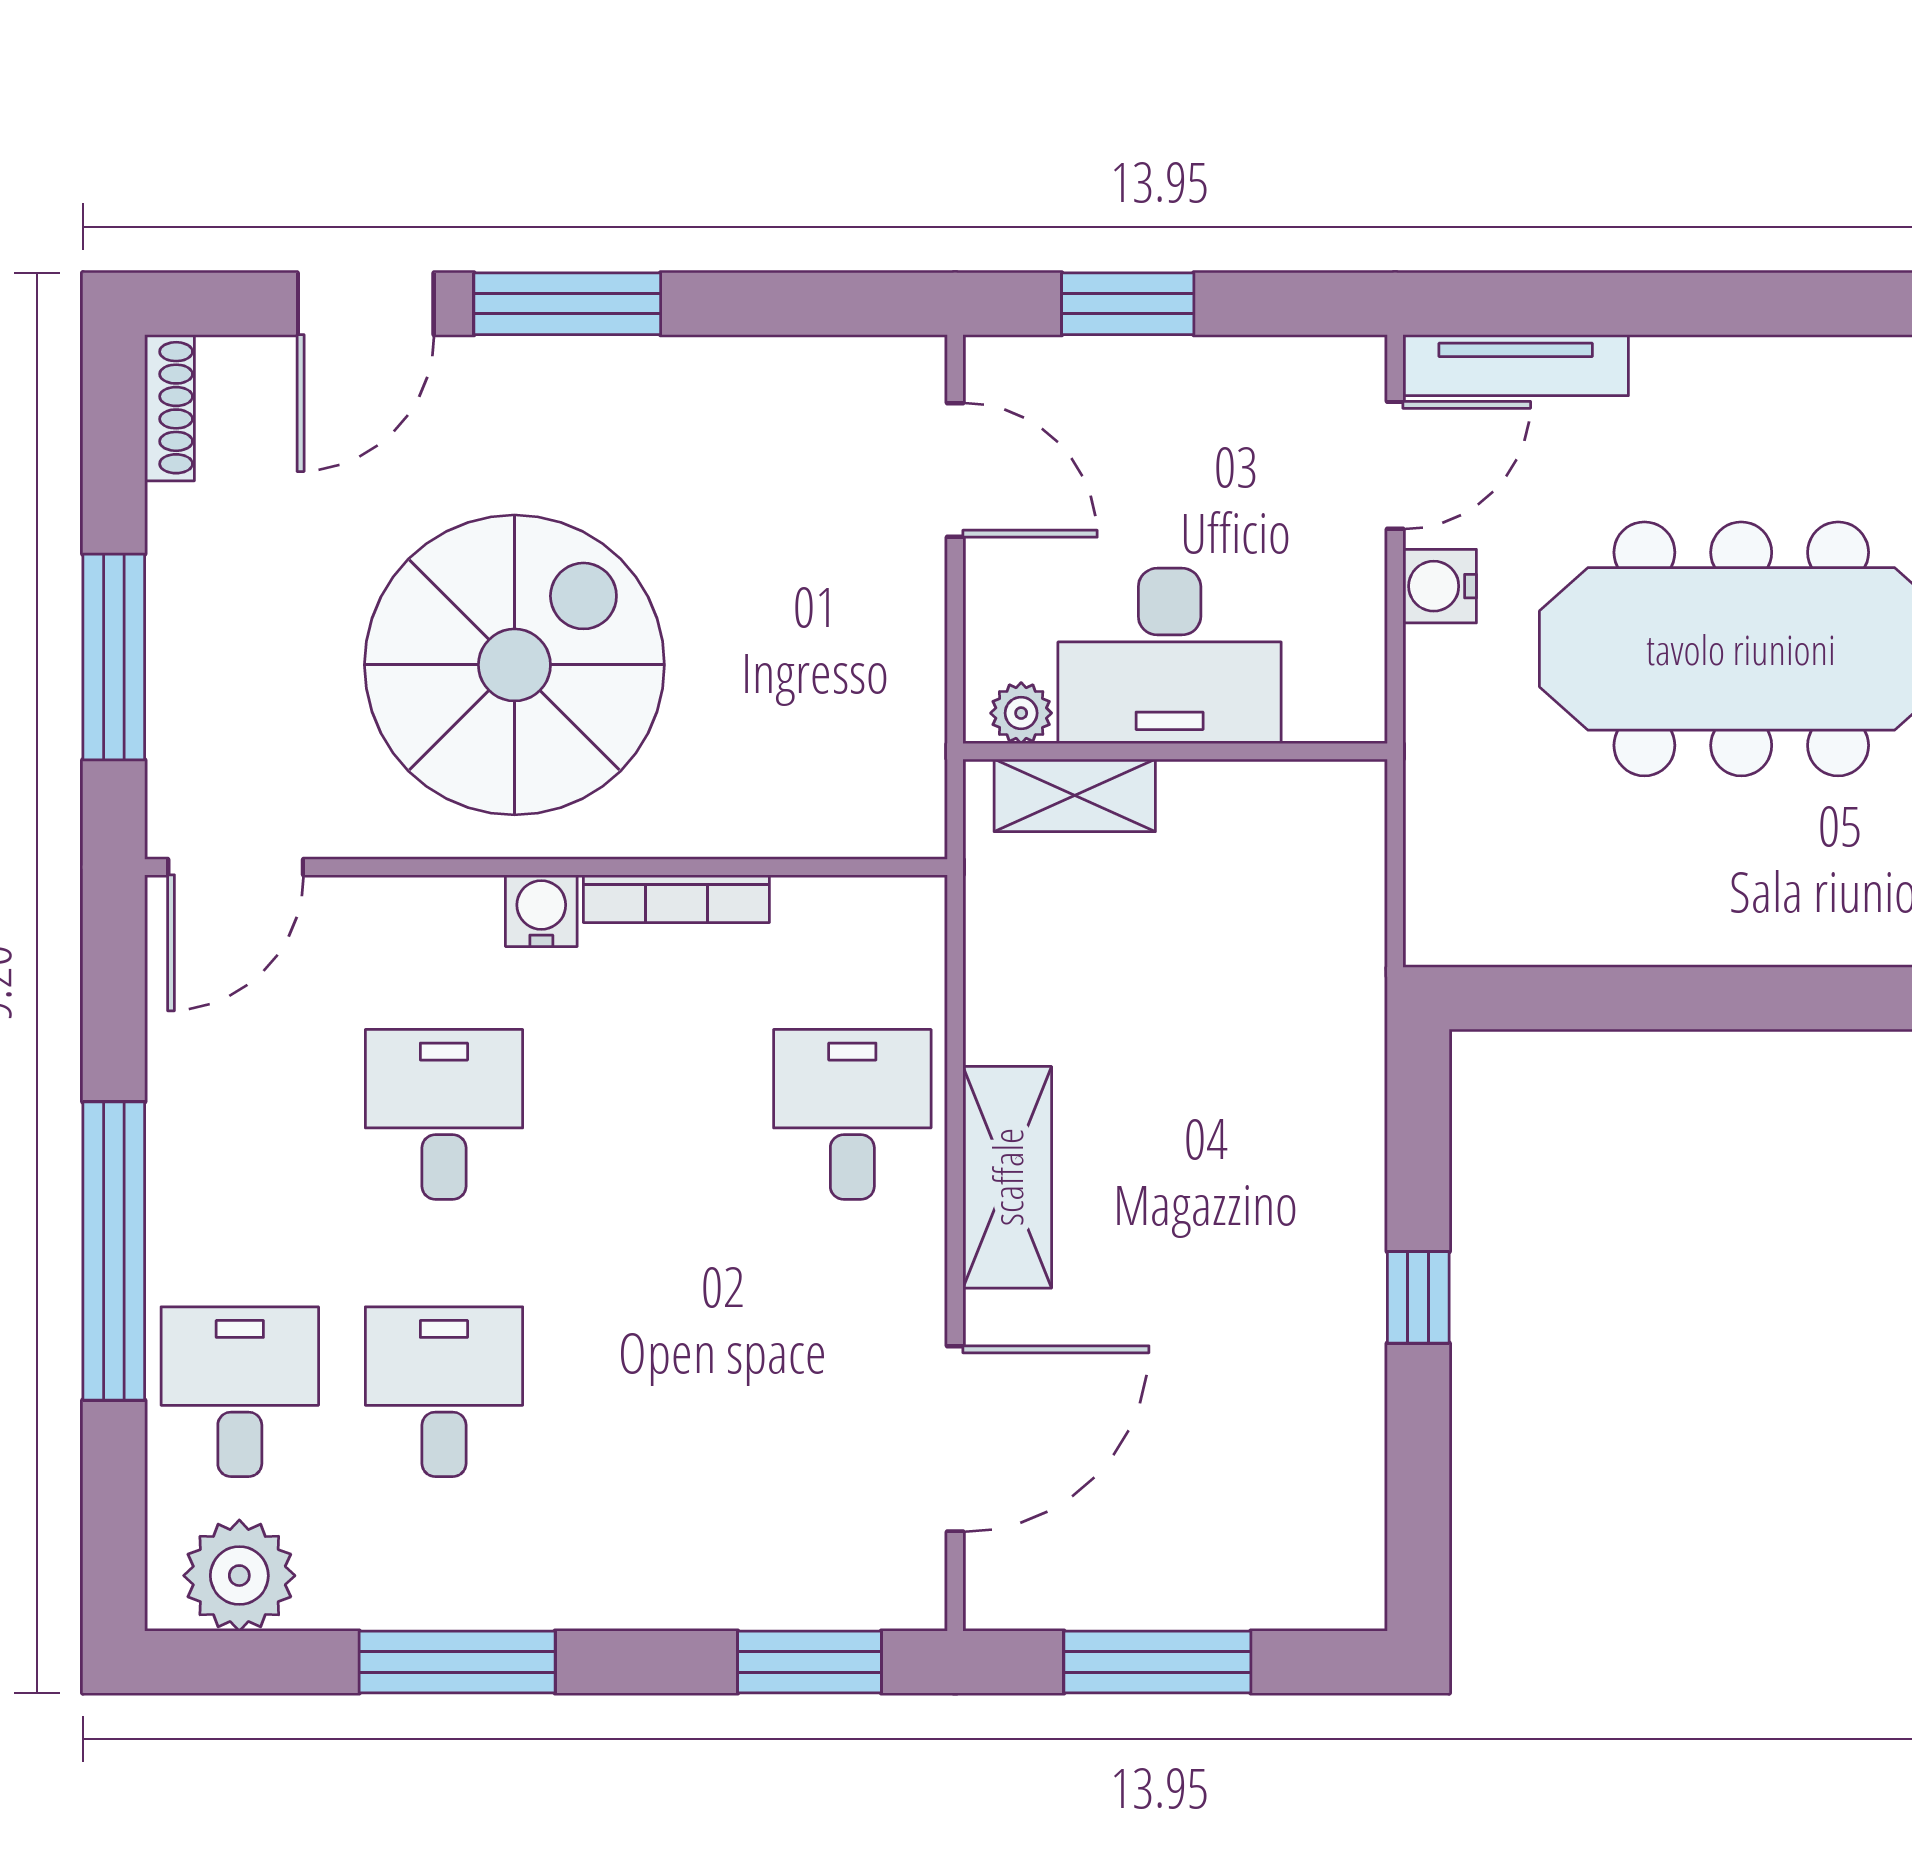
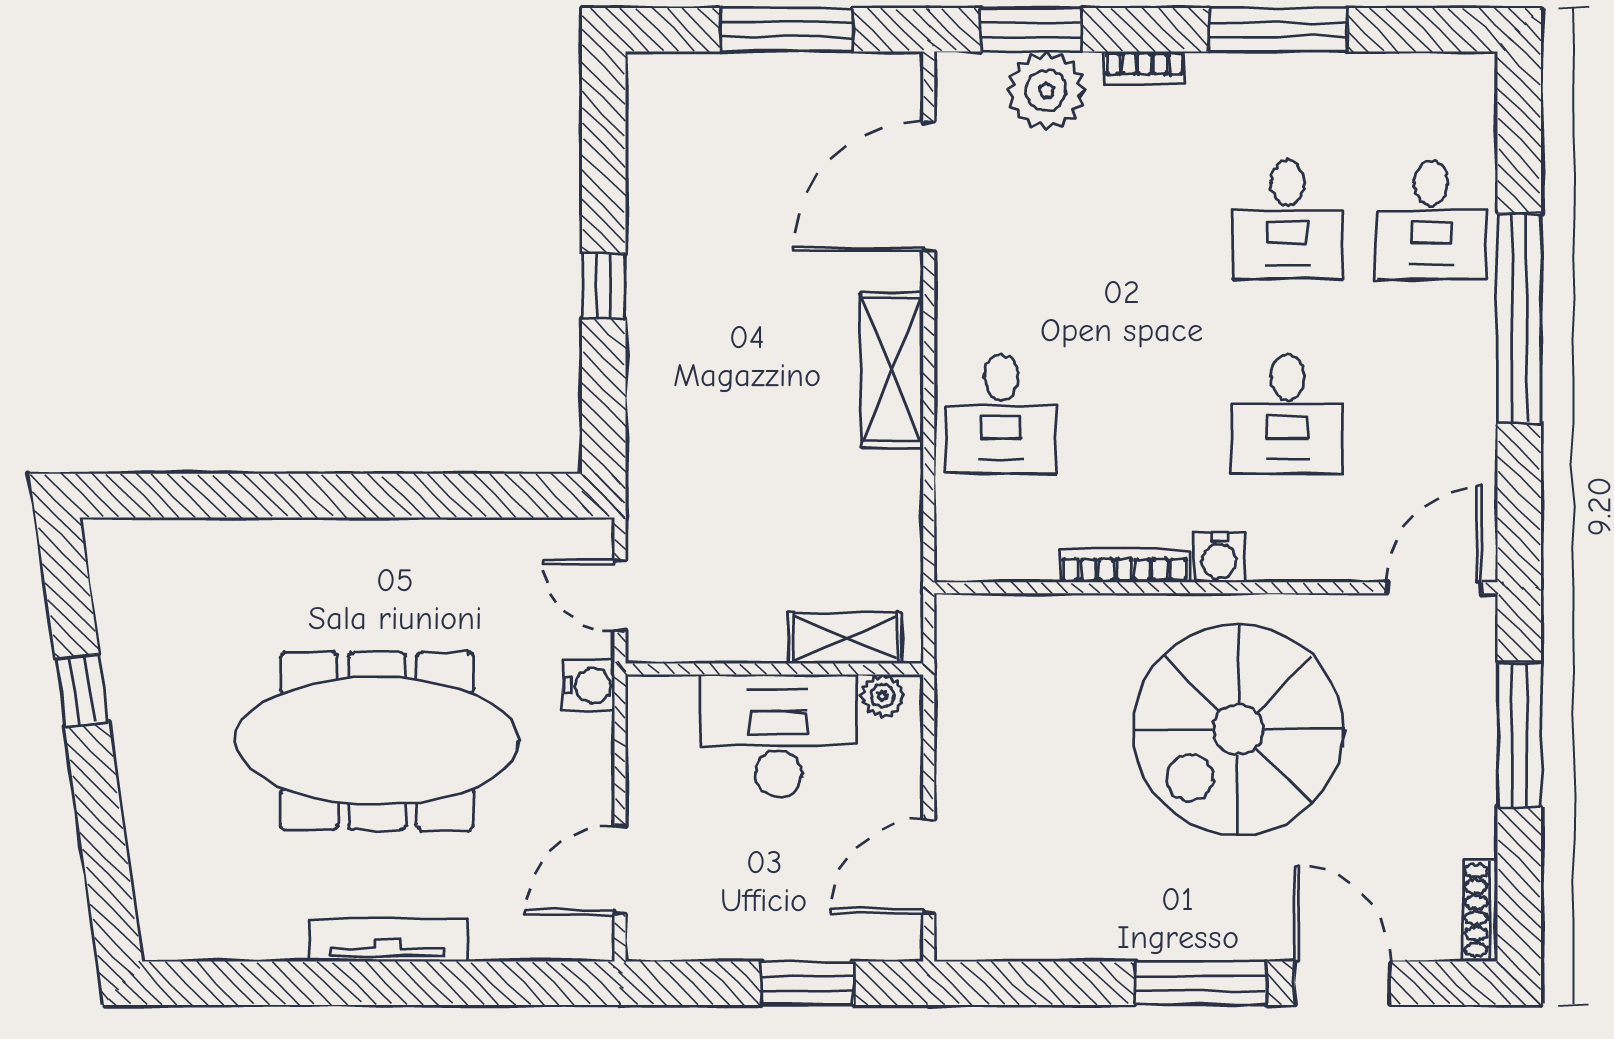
door: (366, 304) -> (1343, 983), hinge flipped
tv unit: (1516, 365) -> (388, 940), moved
door: (955, 470) -> (929, 866), hinge flipped
water cooler: (1440, 586) -> (589, 686), moved
door: (1395, 855) -> (620, 596), added
plant: (239, 1576) -> (1046, 91), moved
bookcase: (648, 1608) -> (1144, 68), added

